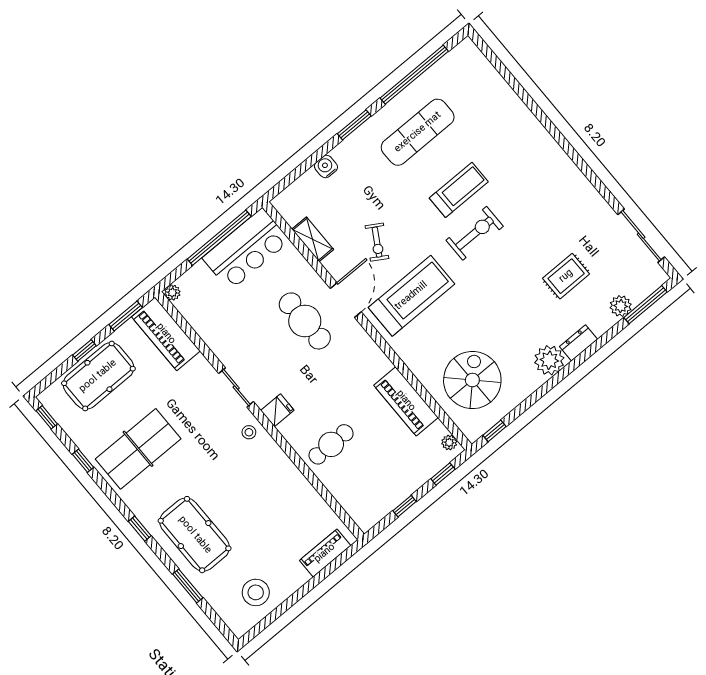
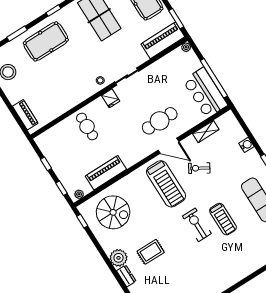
exercise bike: (475, 233) -> (197, 225), turned 180
rug: (566, 276) -> (151, 252), moved, turned 90

